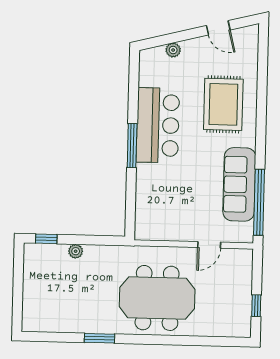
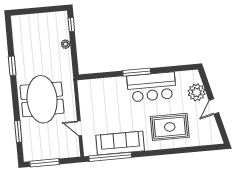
door: (218, 28) -> (214, 107), moved
plant: (173, 50) -> (197, 92), width x1.88, depth x1.88
window: (256, 306) -> (44, 163), width x2.17
window: (203, 341) -> (18, 132), added

